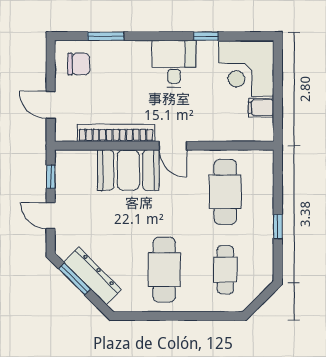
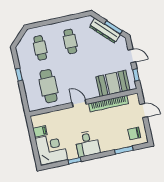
booth: (128, 170) -> (113, 83), moved
cafe table: (164, 270) -> (70, 41), width x0.73, depth x0.74

